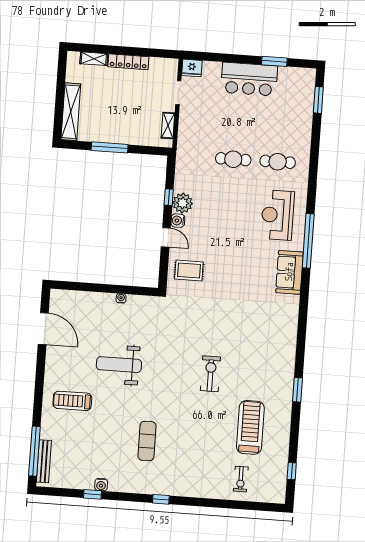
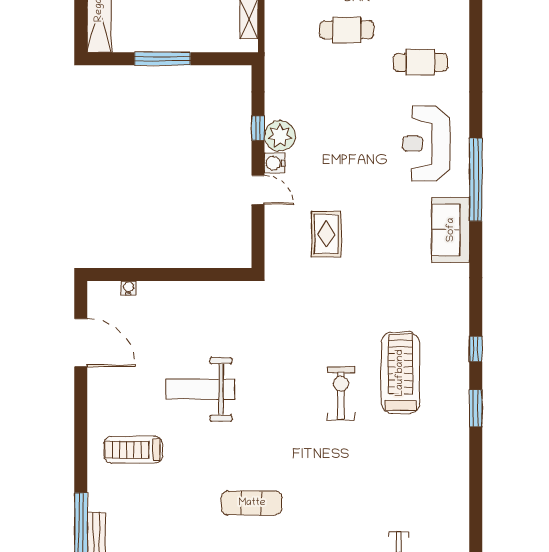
cafe table: (233, 159) -> (347, 30), moved
rug: (189, 271) -> (326, 234), moved, turned 90
water cooler: (121, 298) -> (129, 288), moved
treadmill: (250, 427) -> (400, 373), moved
exercise mat: (147, 441) -> (252, 503), turned 90
window: (292, 471) -> (476, 349), moved

